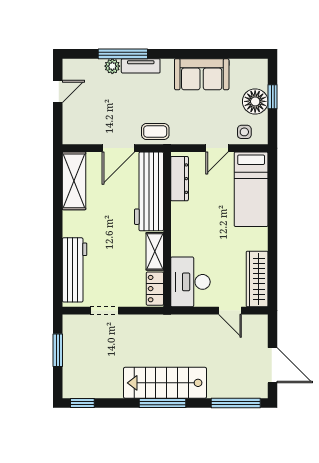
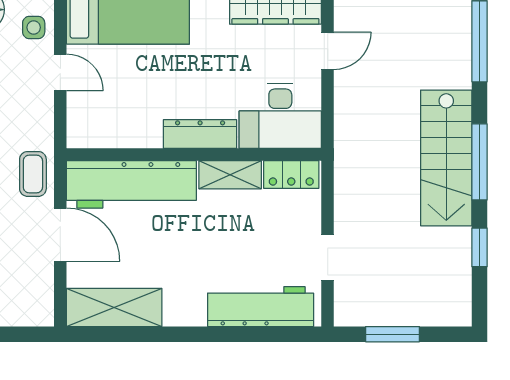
dresser: (180, 179) -> (200, 134), moved
window: (82, 403) -> (480, 247), moved

